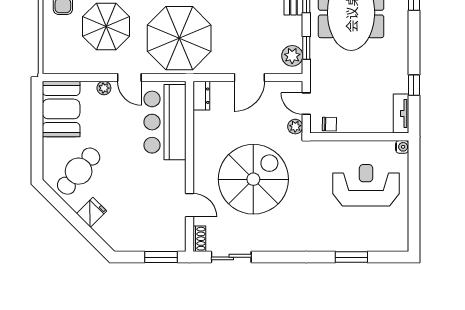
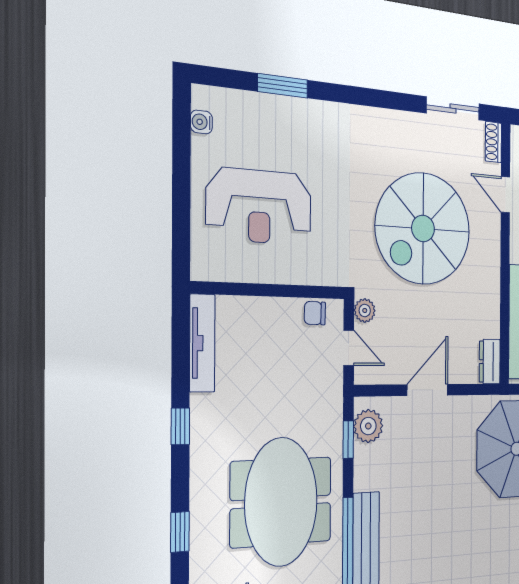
window: (414, 85) -> (180, 426), moved
tv unit: (401, 114) -> (202, 343), width x1.41
water cooler: (402, 147) -> (201, 122), moved

